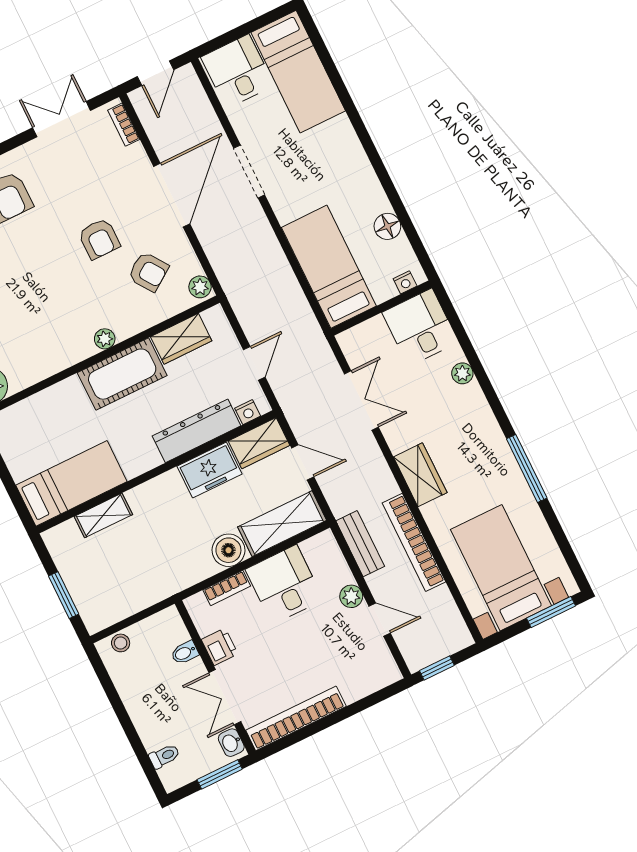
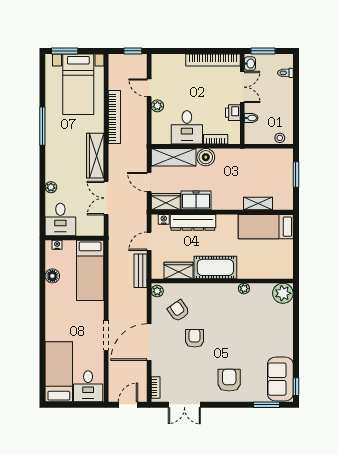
plant: (105, 339) -> (244, 289), moved
wardrobe: (420, 475) -> (95, 156), width x1.50
bench: (360, 544) -> (141, 271), moved

